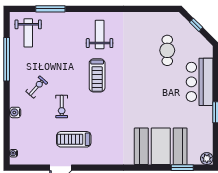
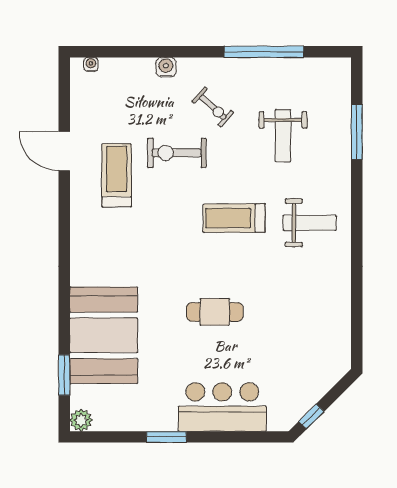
window: (196, 25) -> (311, 416), moved
weight bench: (28, 33) -> (283, 136), moved, turned -90
cafe table: (167, 50) -> (215, 312), moved
exercise bike: (62, 107) -> (177, 153), width x1.38, depth x1.39

